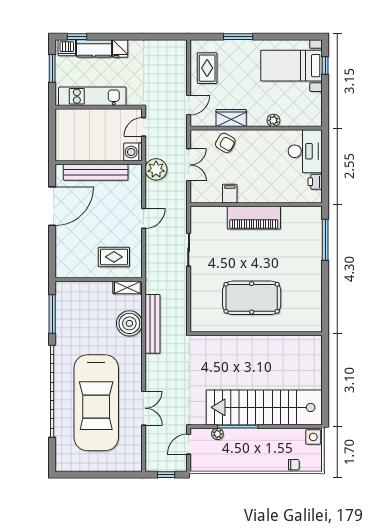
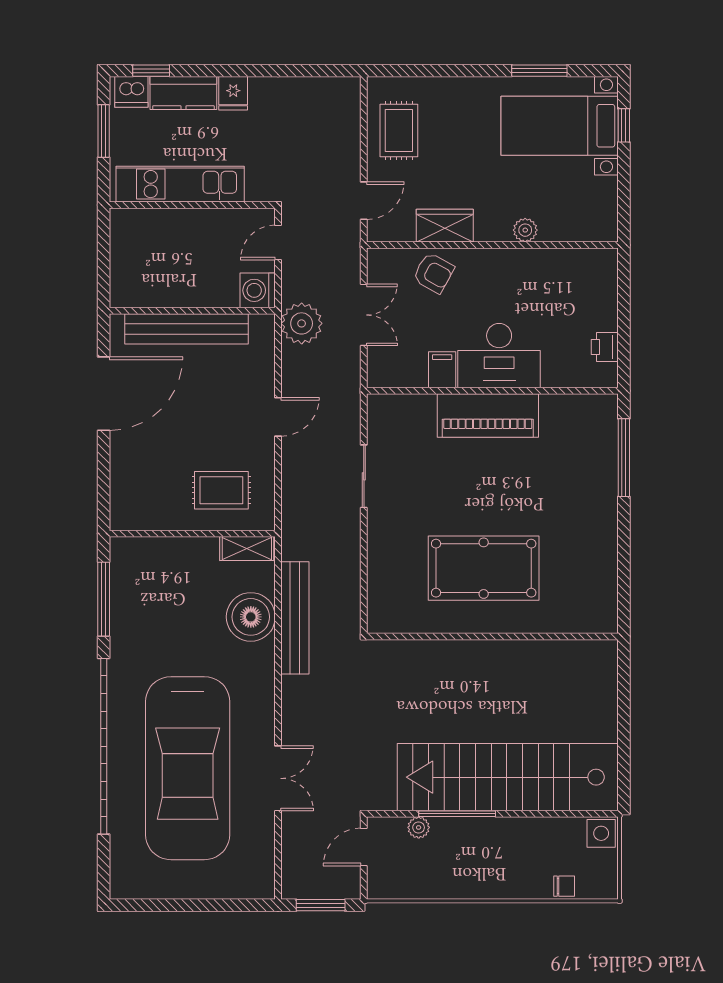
window: (238, 37) -> (539, 71), moved
desk: (305, 151) -> (499, 356), moved, turned 90
window: (166, 475) -> (321, 905), width x1.50

